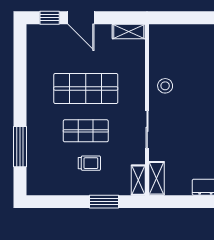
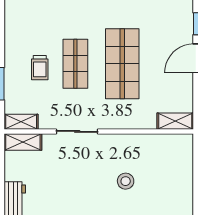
shelving: (129, 31) -> (175, 121), moved, turned 90
stool: (165, 86) -> (126, 181), moved

